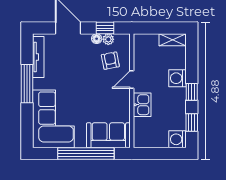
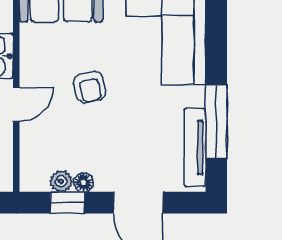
armchair: (110, 61) -> (90, 87), moved
window: (27, 84) -> (216, 122), moved

